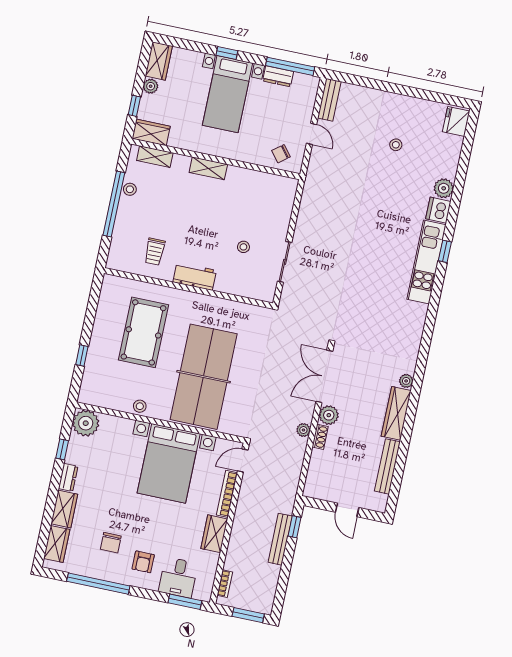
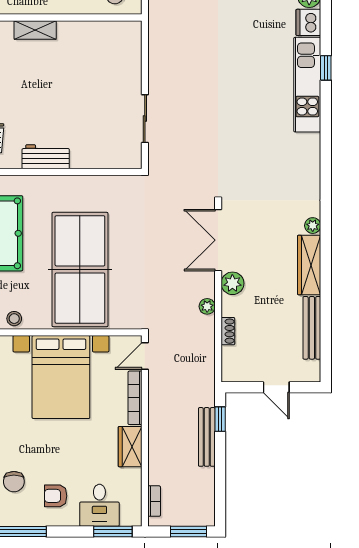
stool: (243, 247) -> (94, 111), removed
shoe rack: (320, 437) -> (228, 331), moved
armchair: (143, 562) -> (56, 496), turned 90

